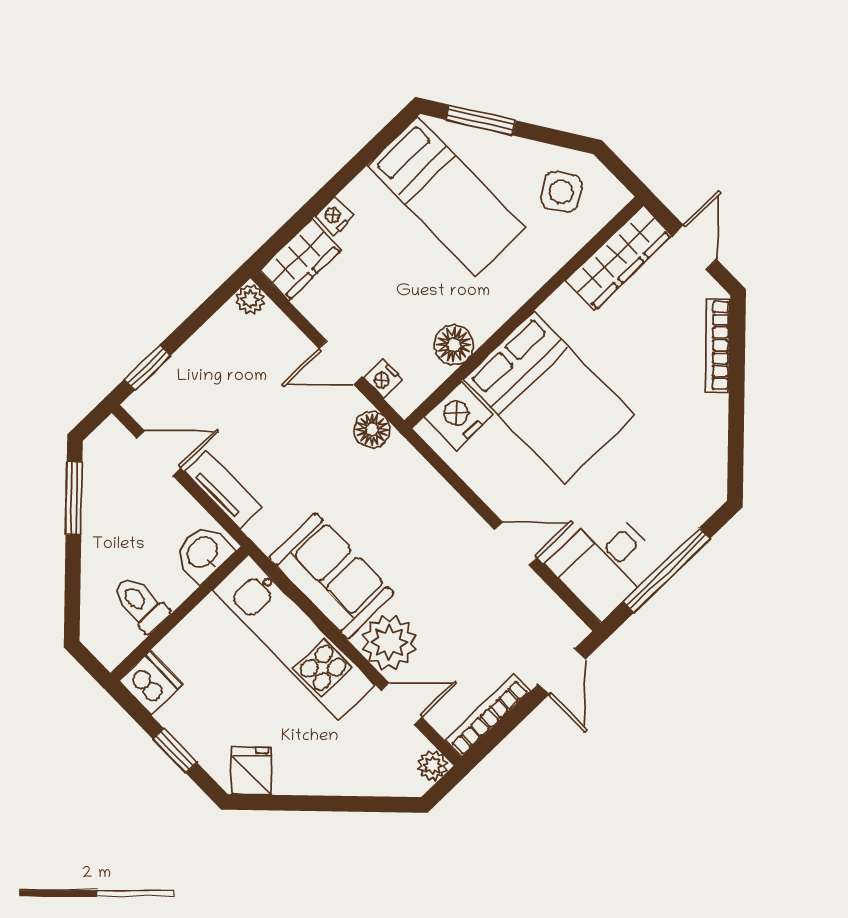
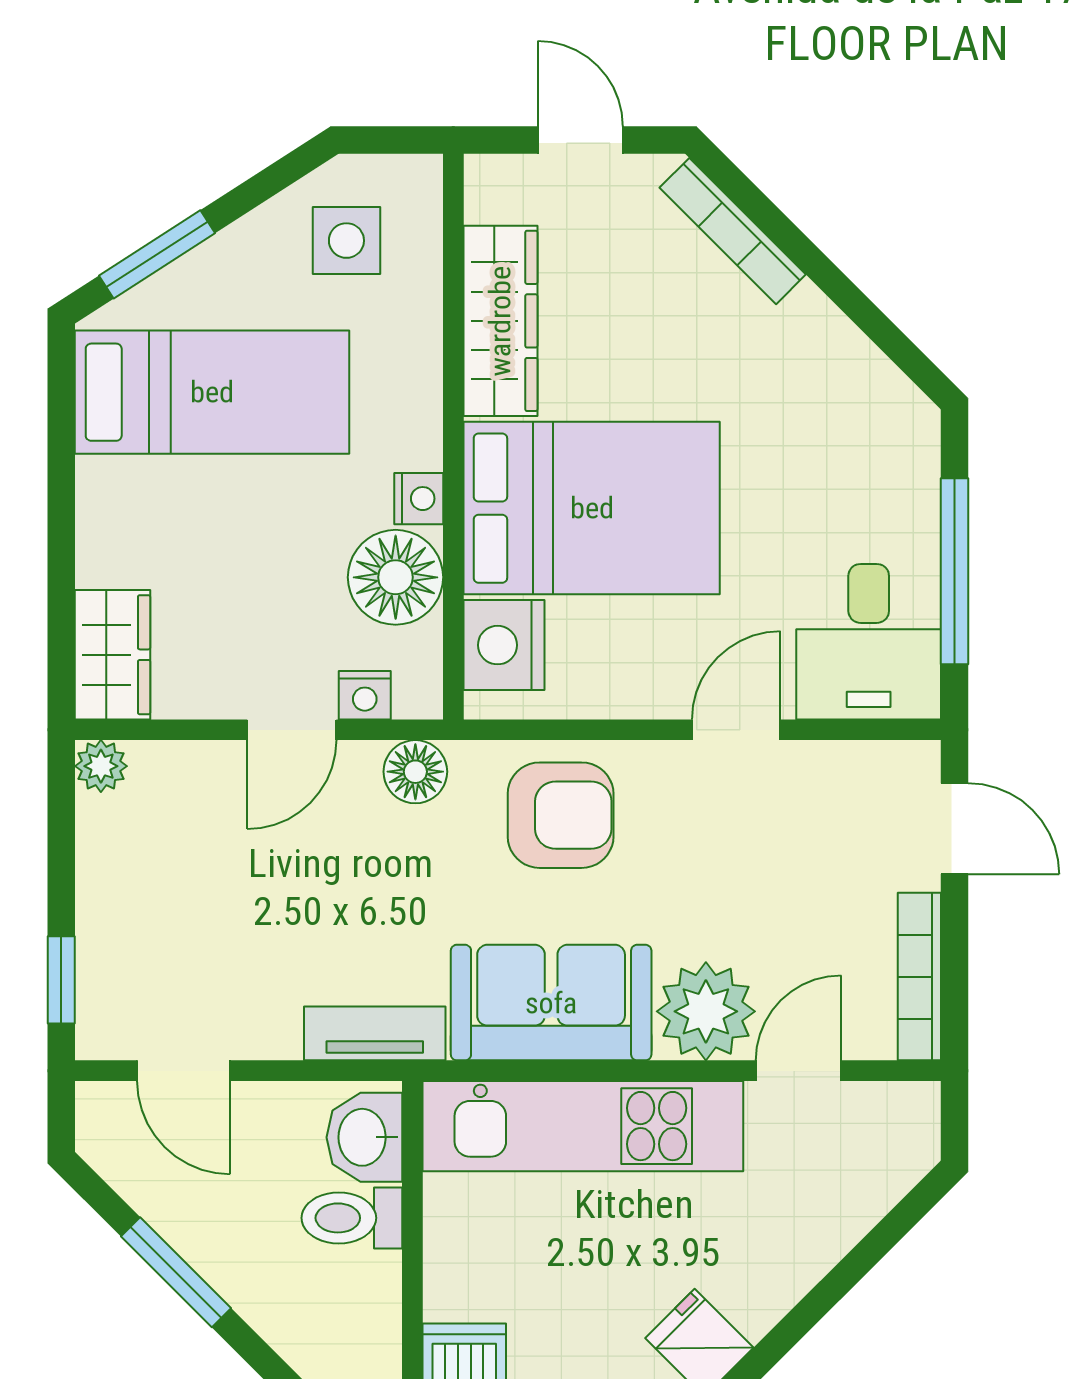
side table: (561, 192) -> (346, 241), turned 35
nightstand: (334, 217) -> (419, 499), moved, turned 180
wardrobe: (619, 258) -> (500, 321), moved
floor lamp: (454, 345) -> (396, 577), width x1.38, depth x1.38
door: (159, 453) -> (184, 1071), swing flipped
tv unit: (223, 489) -> (375, 1033), moved
window: (74, 498) -> (176, 1272), moved
armchair: (412, 506) -> (561, 815), added
toilet: (140, 604) -> (352, 1218), moved
plant: (432, 765) -> (914, 1107), removed

